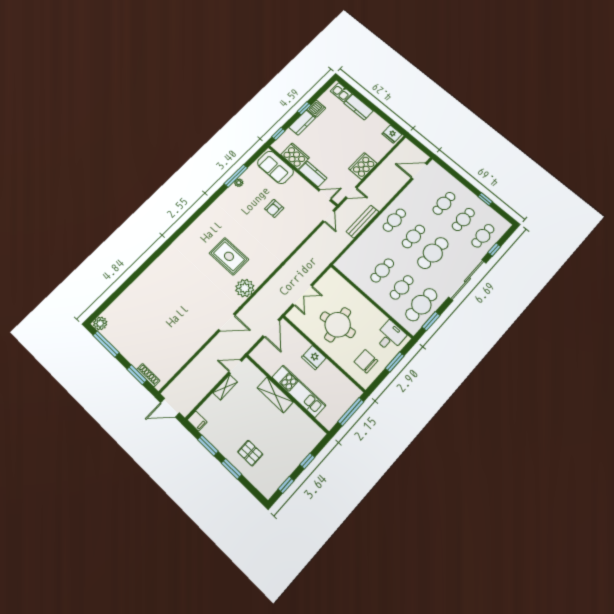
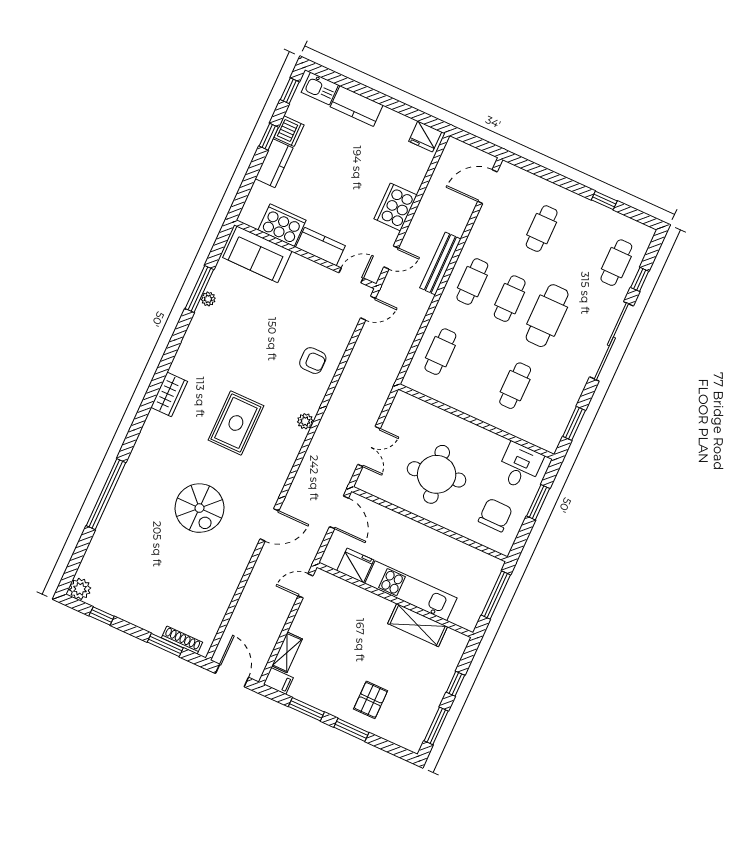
window: (278, 134) -> (290, 91), moved
armchair: (274, 208) -> (313, 361), moved, turned -90
door: (329, 216) -> (368, 308), hinge flipped
cafe table: (463, 219) -> (579, 246), removed
bench: (363, 222) -> (440, 263), moved
wardrobe: (197, 228) -> (169, 394), added
rug: (229, 256) -> (236, 423), turned 90
cafe table: (382, 270) -> (440, 352), moved
window: (138, 273) -> (106, 494), added
plant: (245, 288) -> (305, 421), moved, width x0.53, depth x0.53
spiral stairs: (189, 299) -> (199, 508), added
cafe table: (421, 305) -> (553, 403), removed
window: (106, 344) -> (102, 616), width x0.46
fridge: (314, 358) -> (355, 565), moved, turned 180
chair: (366, 361) -> (495, 515), turned 90
shelving: (225, 387) -> (287, 652), moved
shelving: (275, 395) -> (418, 625), moved
door: (170, 408) -> (232, 675), swing flipped
pallet: (250, 453) -> (371, 700), turned 90
window: (286, 485) -> (436, 726), width x1.50

